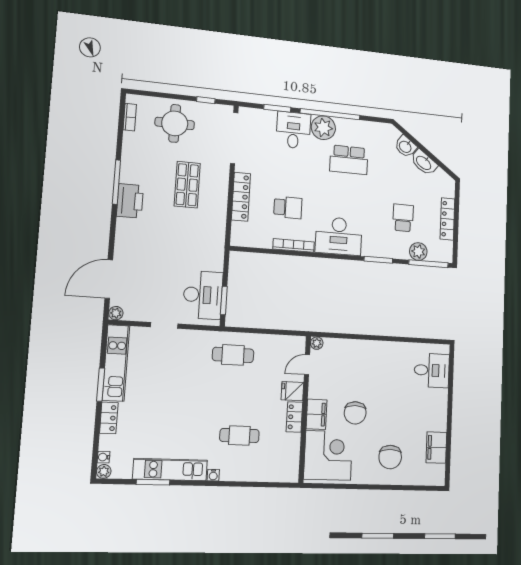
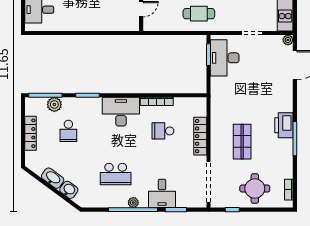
plant: (323, 128) -> (133, 203), width x0.53, depth x0.53
school desk: (349, 160) -> (116, 174), turned 180
plant: (317, 343) -> (134, 26), removed

